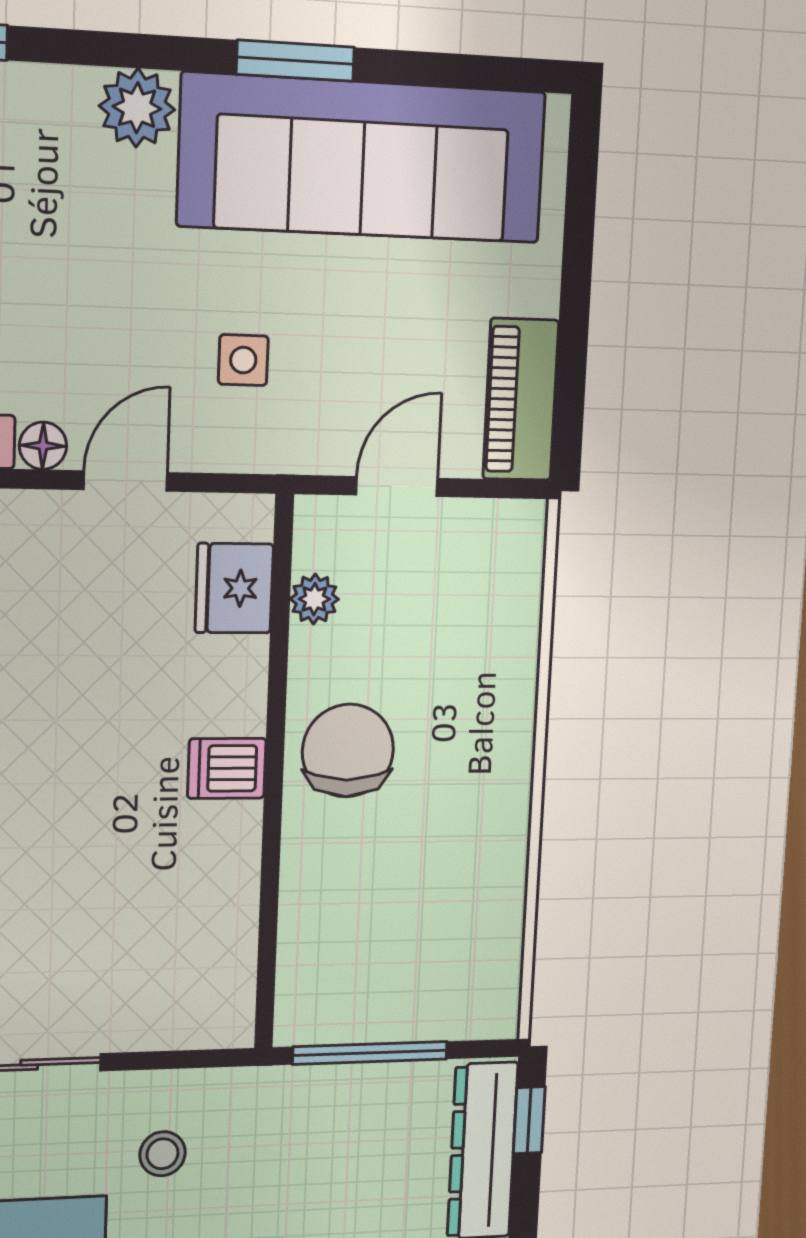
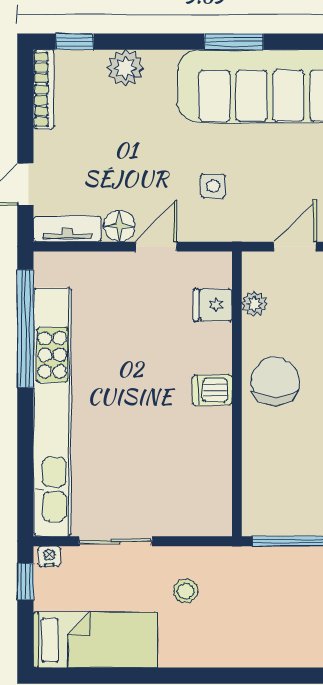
plant: (137, 108) -> (125, 68), moved
floor lamp: (43, 446) -> (119, 226), width x1.37, depth x1.37
fridge: (234, 588) -> (213, 305), width x0.72

